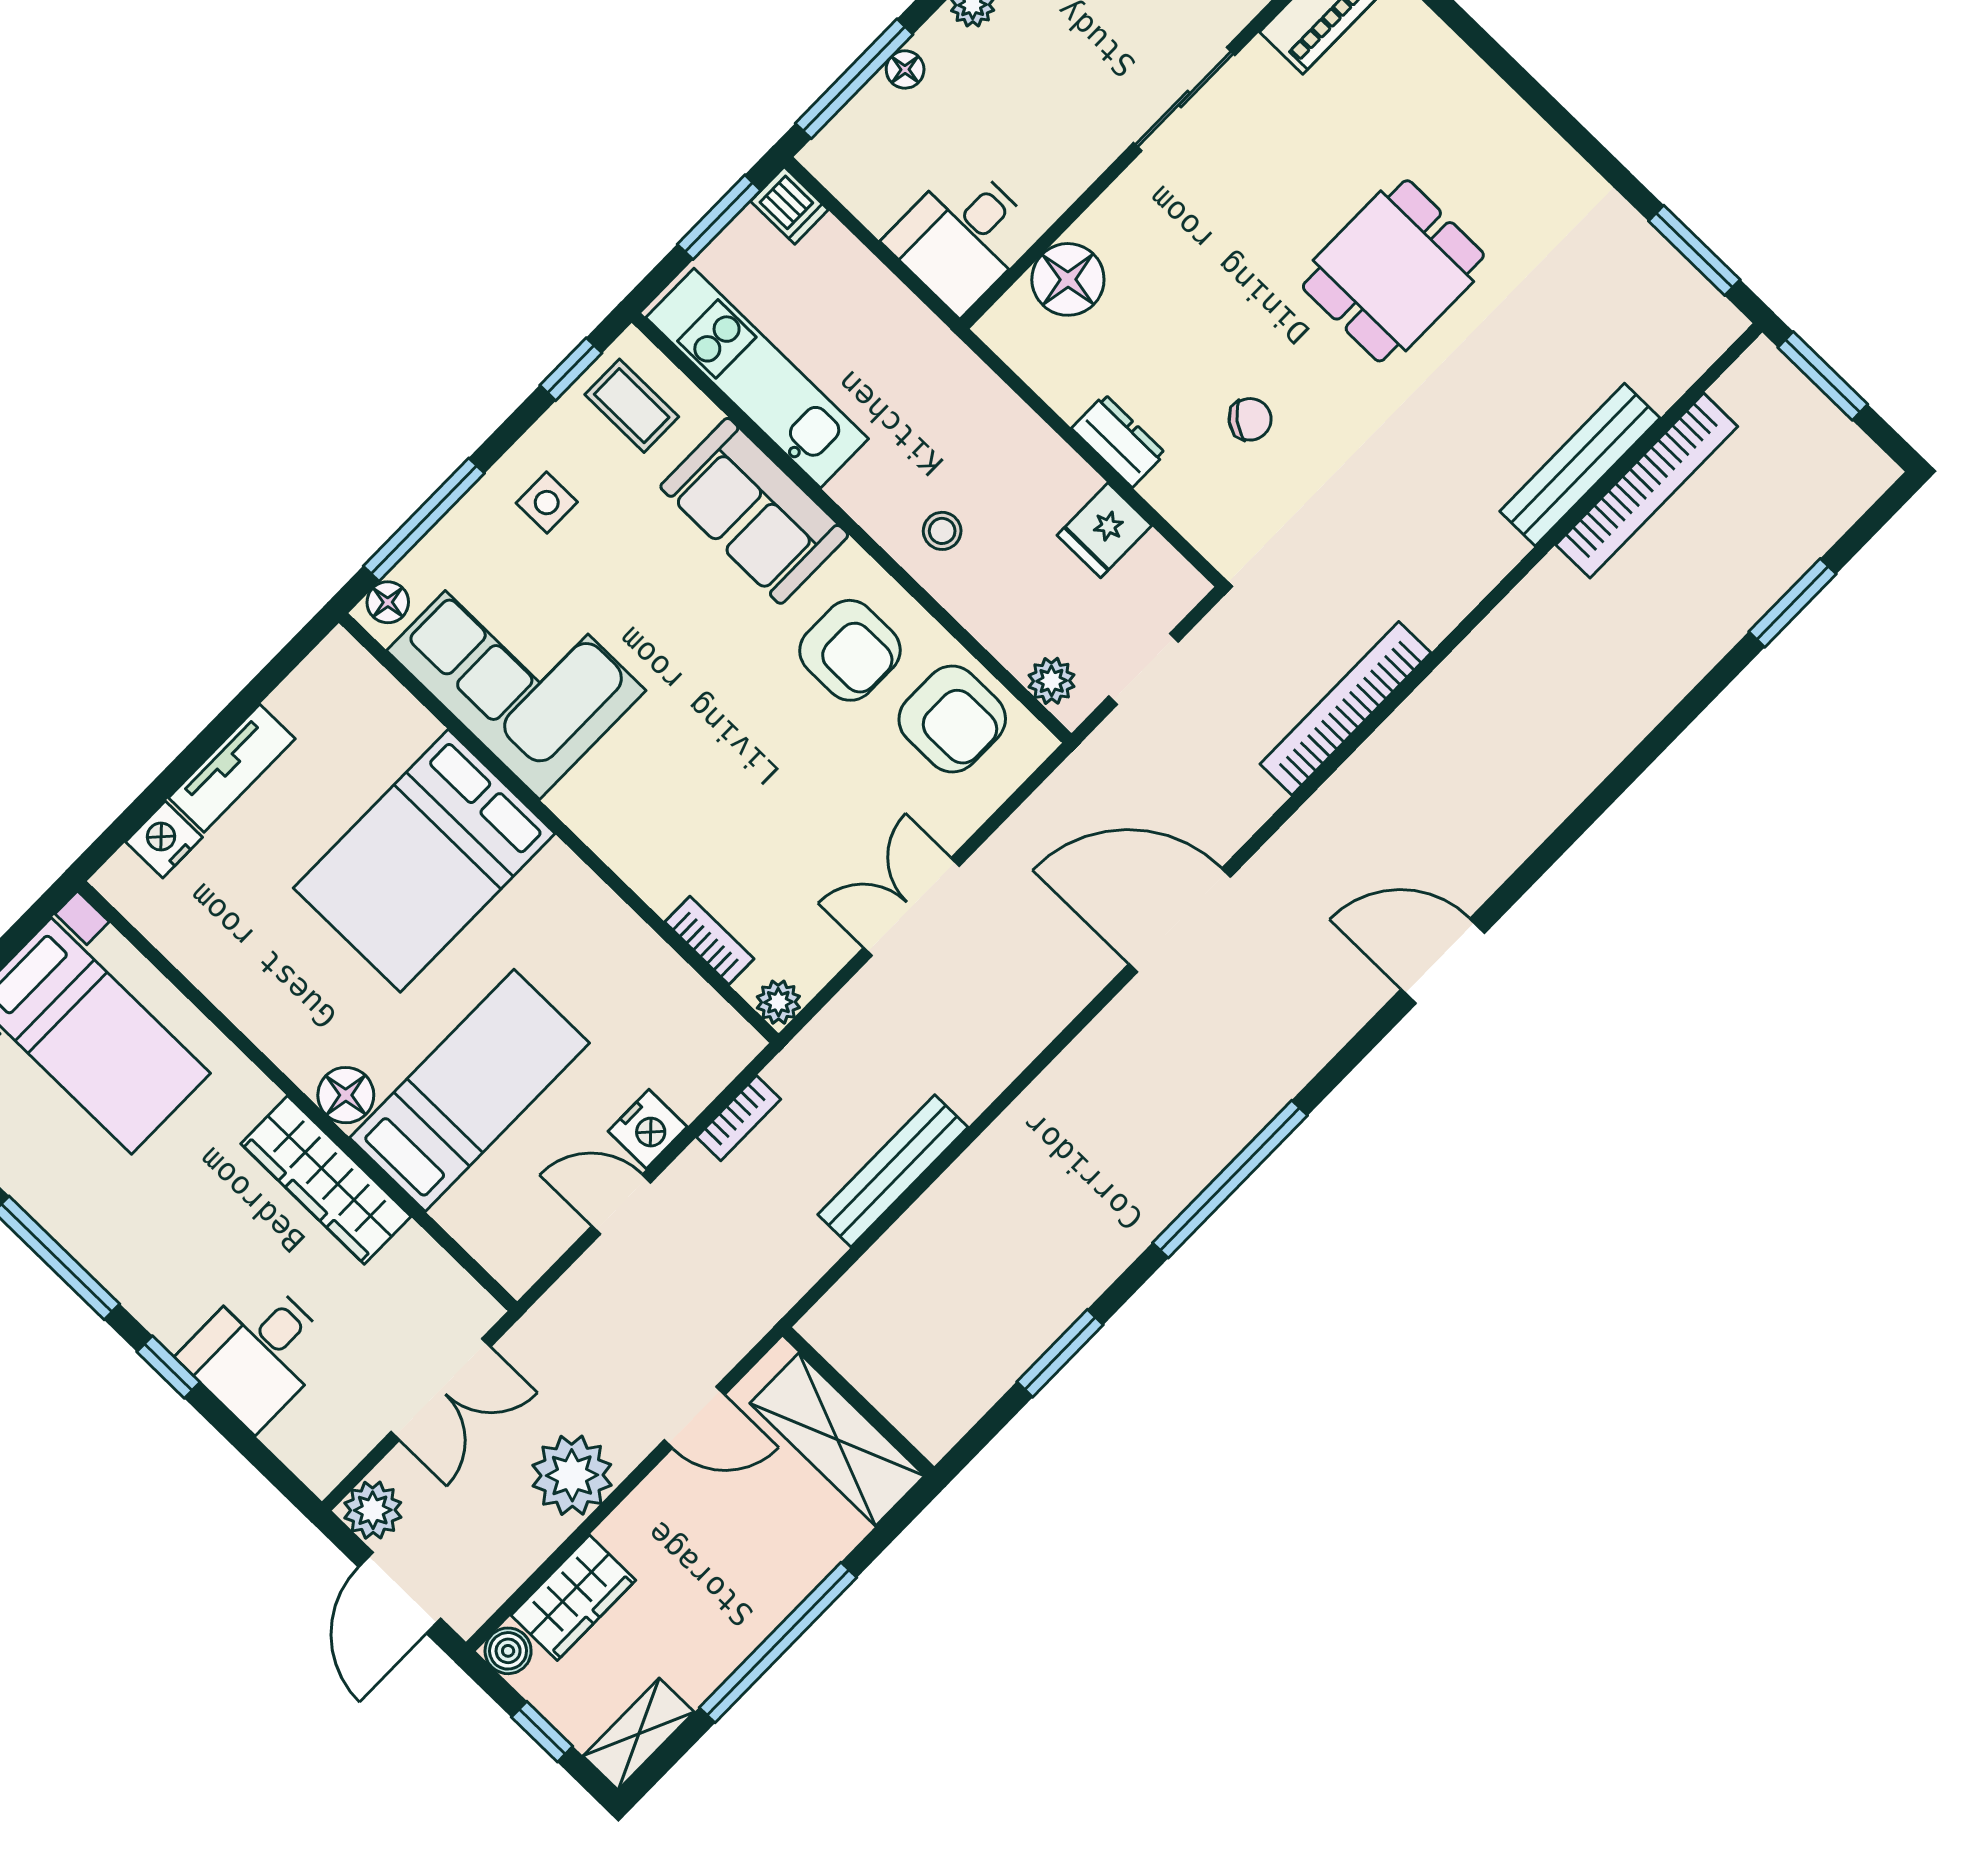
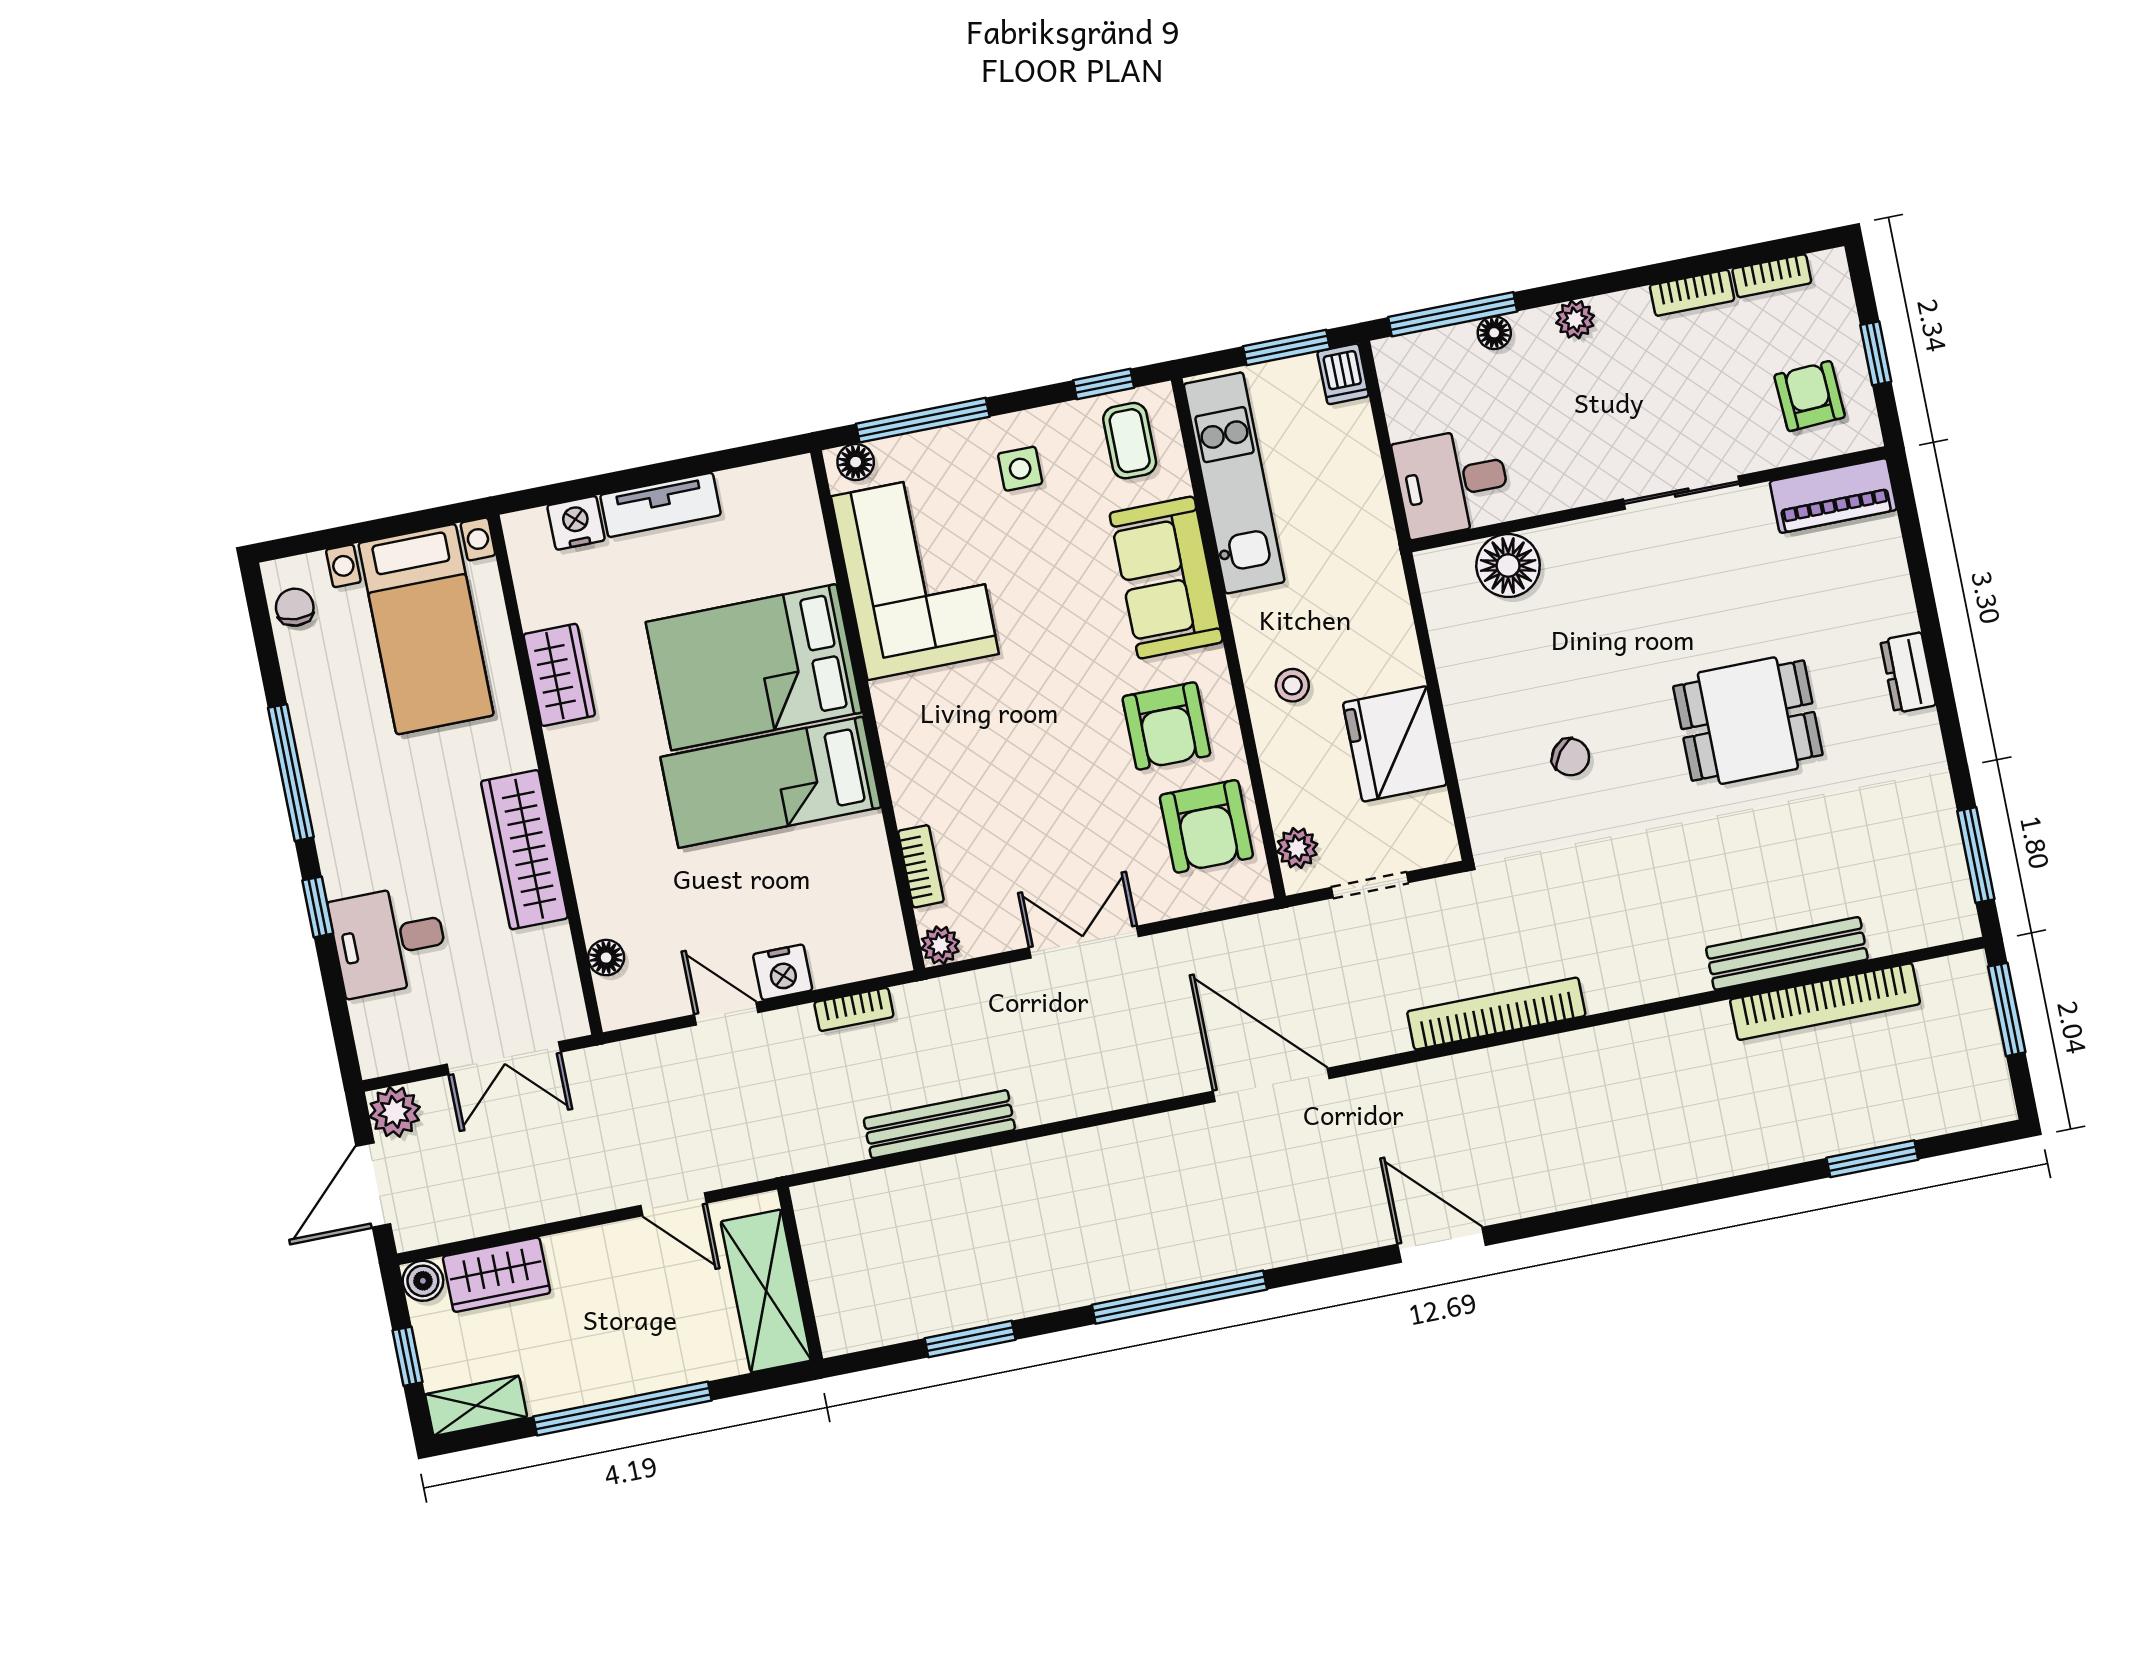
dresser: (1119, 441) -> (1908, 673), moved, turned 180
fridge: (1104, 530) -> (1395, 744), width x1.88, depth x1.34
wardrobe: (246, 993) -> (559, 675), added
bed: (470, 1090) -> (771, 782), moved, turned 180
floor lamp: (346, 1095) -> (606, 958), moved, width x0.73, depth x0.73
plant: (572, 1475) -> (556, 1185), removed

